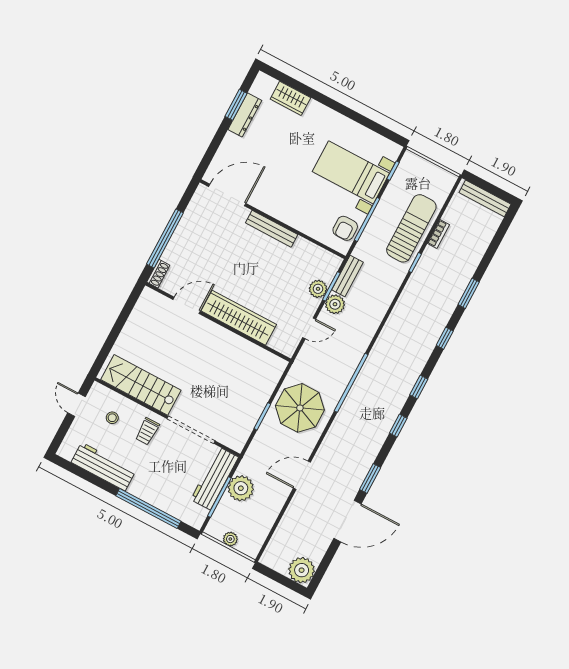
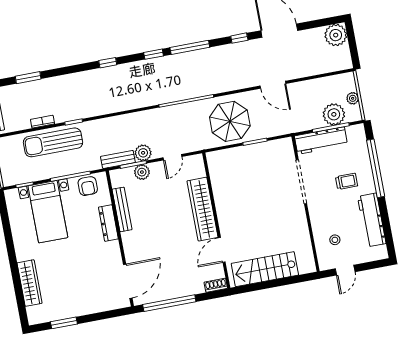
wardrobe: (290, 98) -> (30, 283), width x1.50
dresser: (245, 115) -> (108, 223), moved, turned -90
door: (227, 195) -> (128, 281), swing flipped
armchair: (345, 228) -> (88, 186), turned 90
bench: (272, 229) -> (122, 209), moved
window: (165, 239) -> (169, 303), moved
window: (469, 293) -> (28, 78), moved
door: (187, 305) -> (222, 250), hinge flipped
door: (309, 328) -> (172, 157), swing flipped
stairs: (141, 385) -> (265, 269), moved, turned 90
window: (398, 426) -> (190, 47), width x2.17
trolley: (147, 431) -> (347, 181), moved
window: (370, 478) -> (239, 38), width x0.67
plant: (241, 488) -> (334, 114), moved

